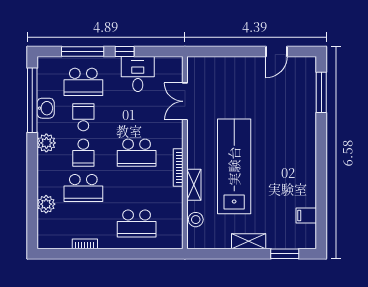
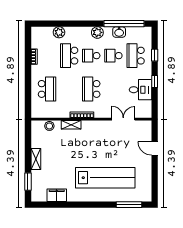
window: (83, 52) -> (155, 55), width x0.46
door: (277, 52) -> (155, 148), moved
school desk: (83, 117) -> (113, 56), turned 180
lab bench: (234, 166) -> (105, 178), moved
filing cabinet: (306, 215) -> (57, 195), width x2.00
school desk: (137, 223) -> (47, 89), turned 180

